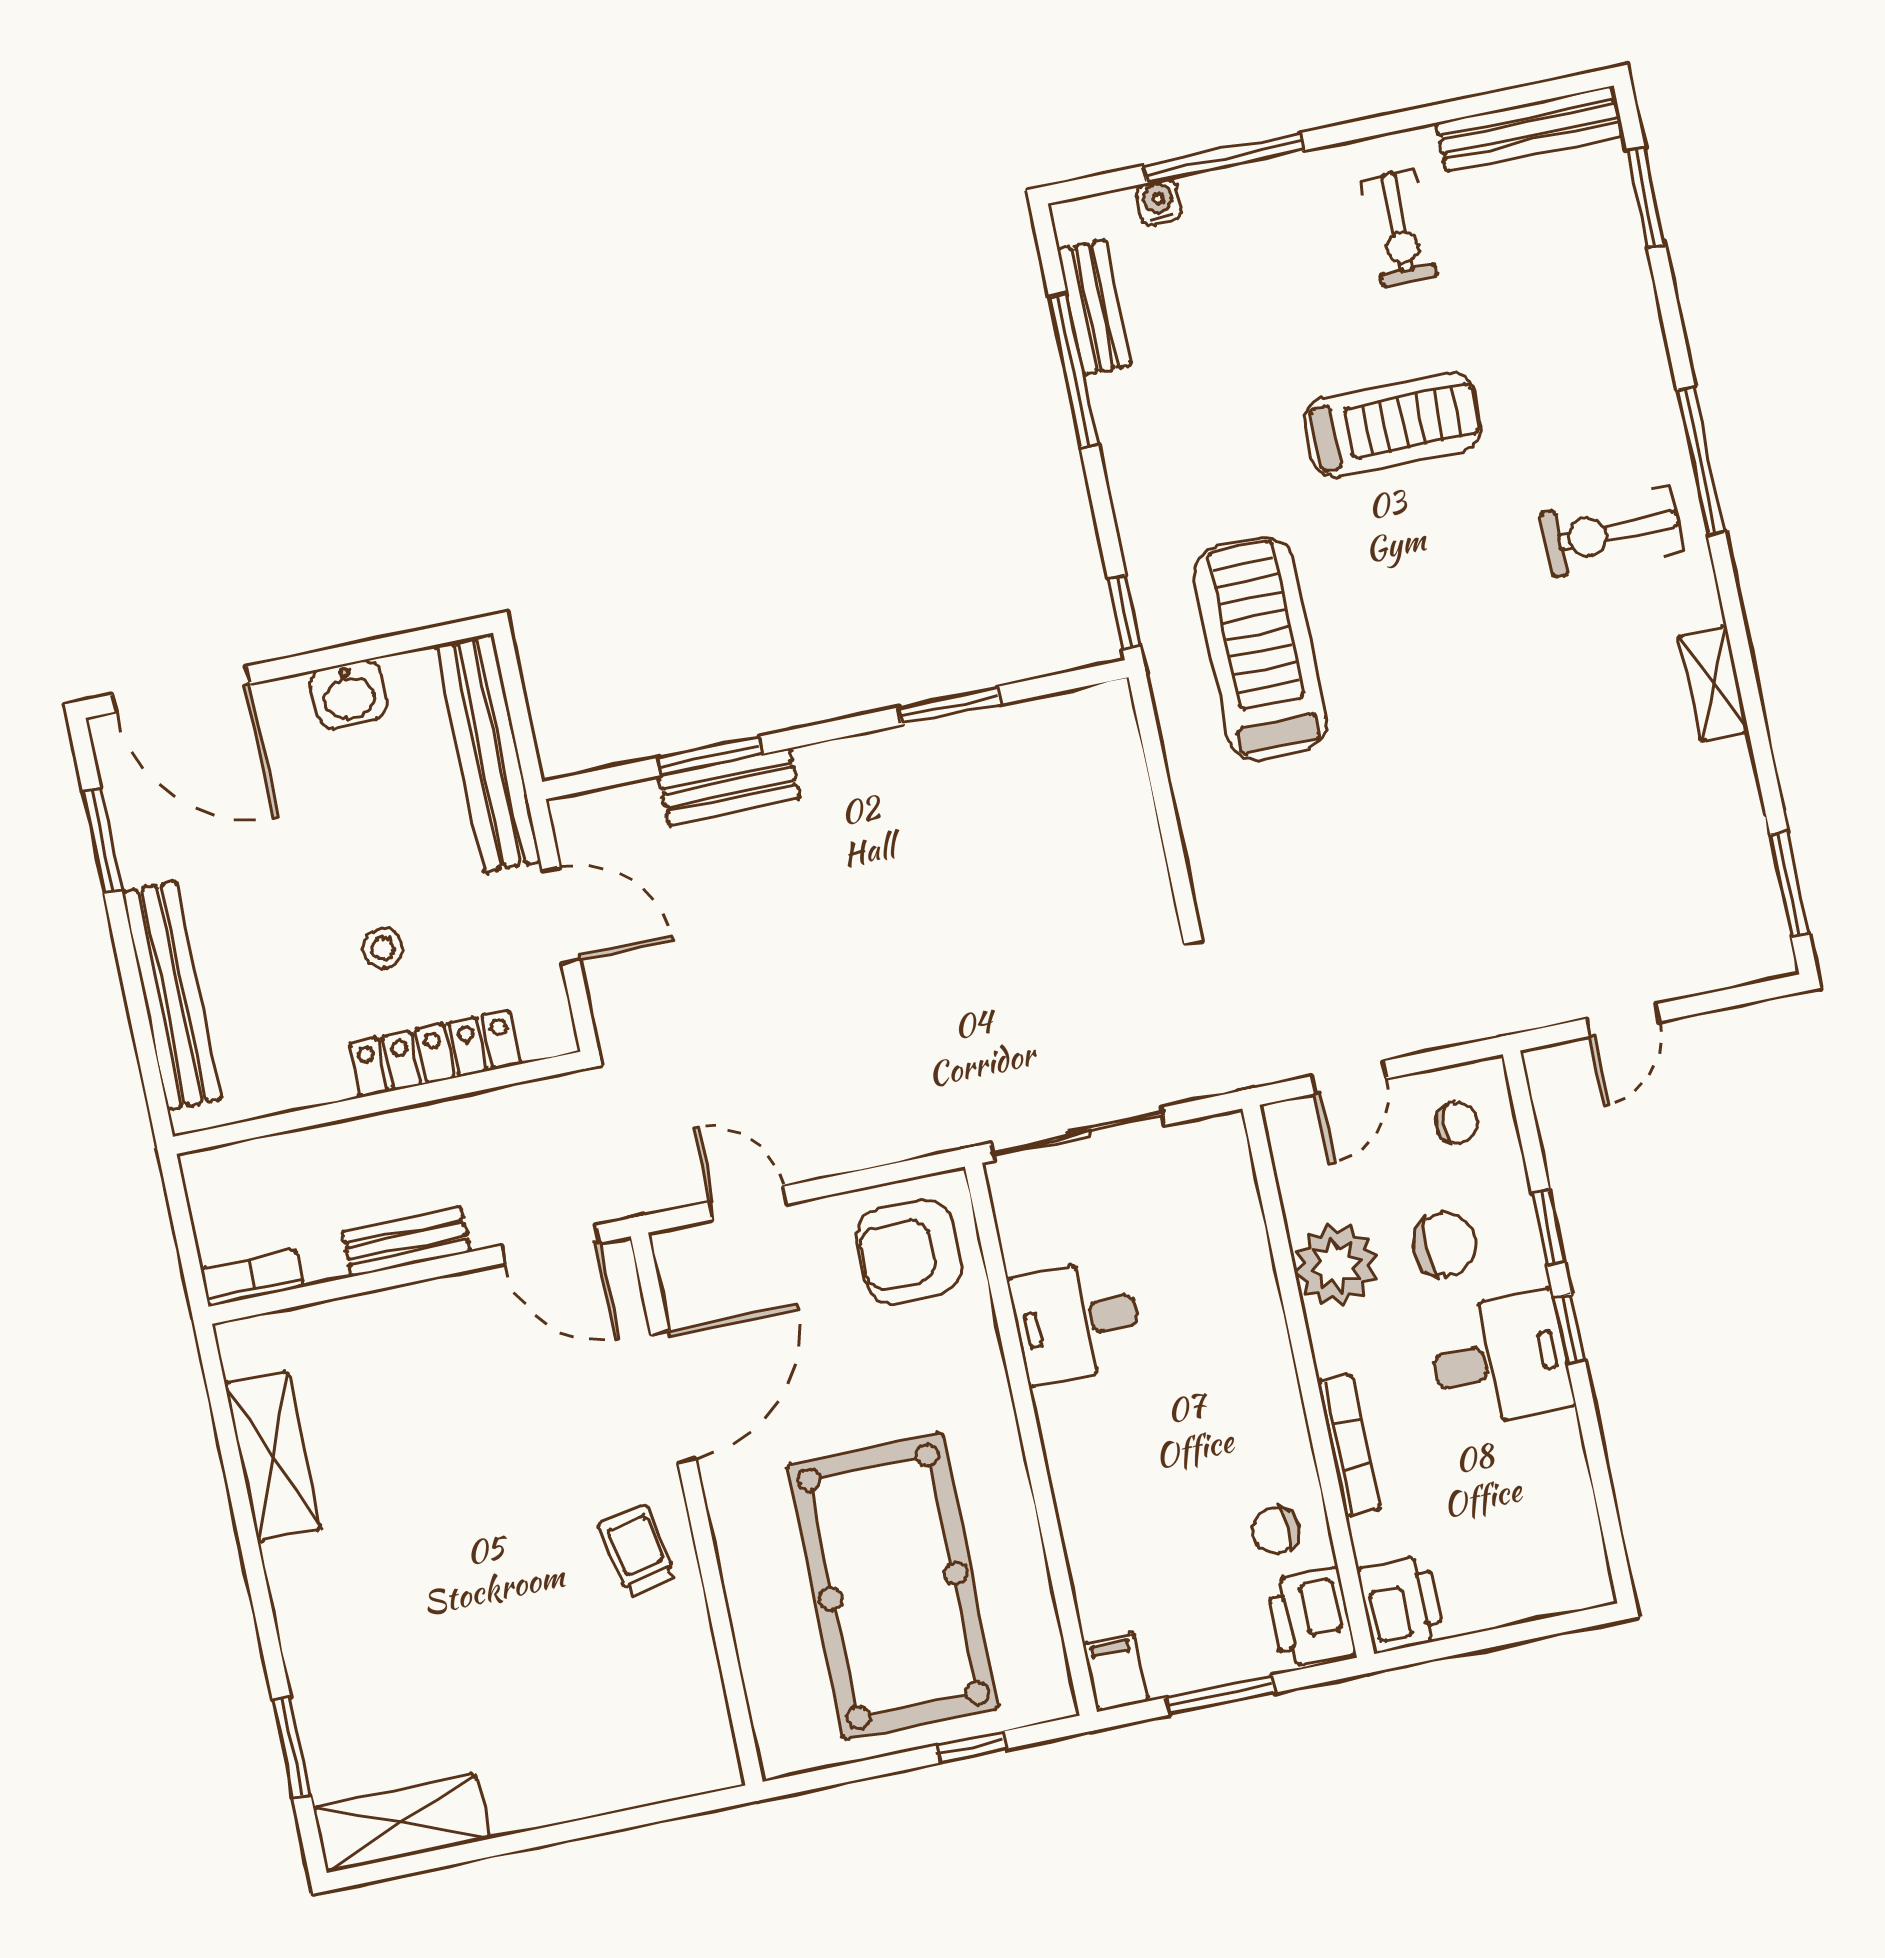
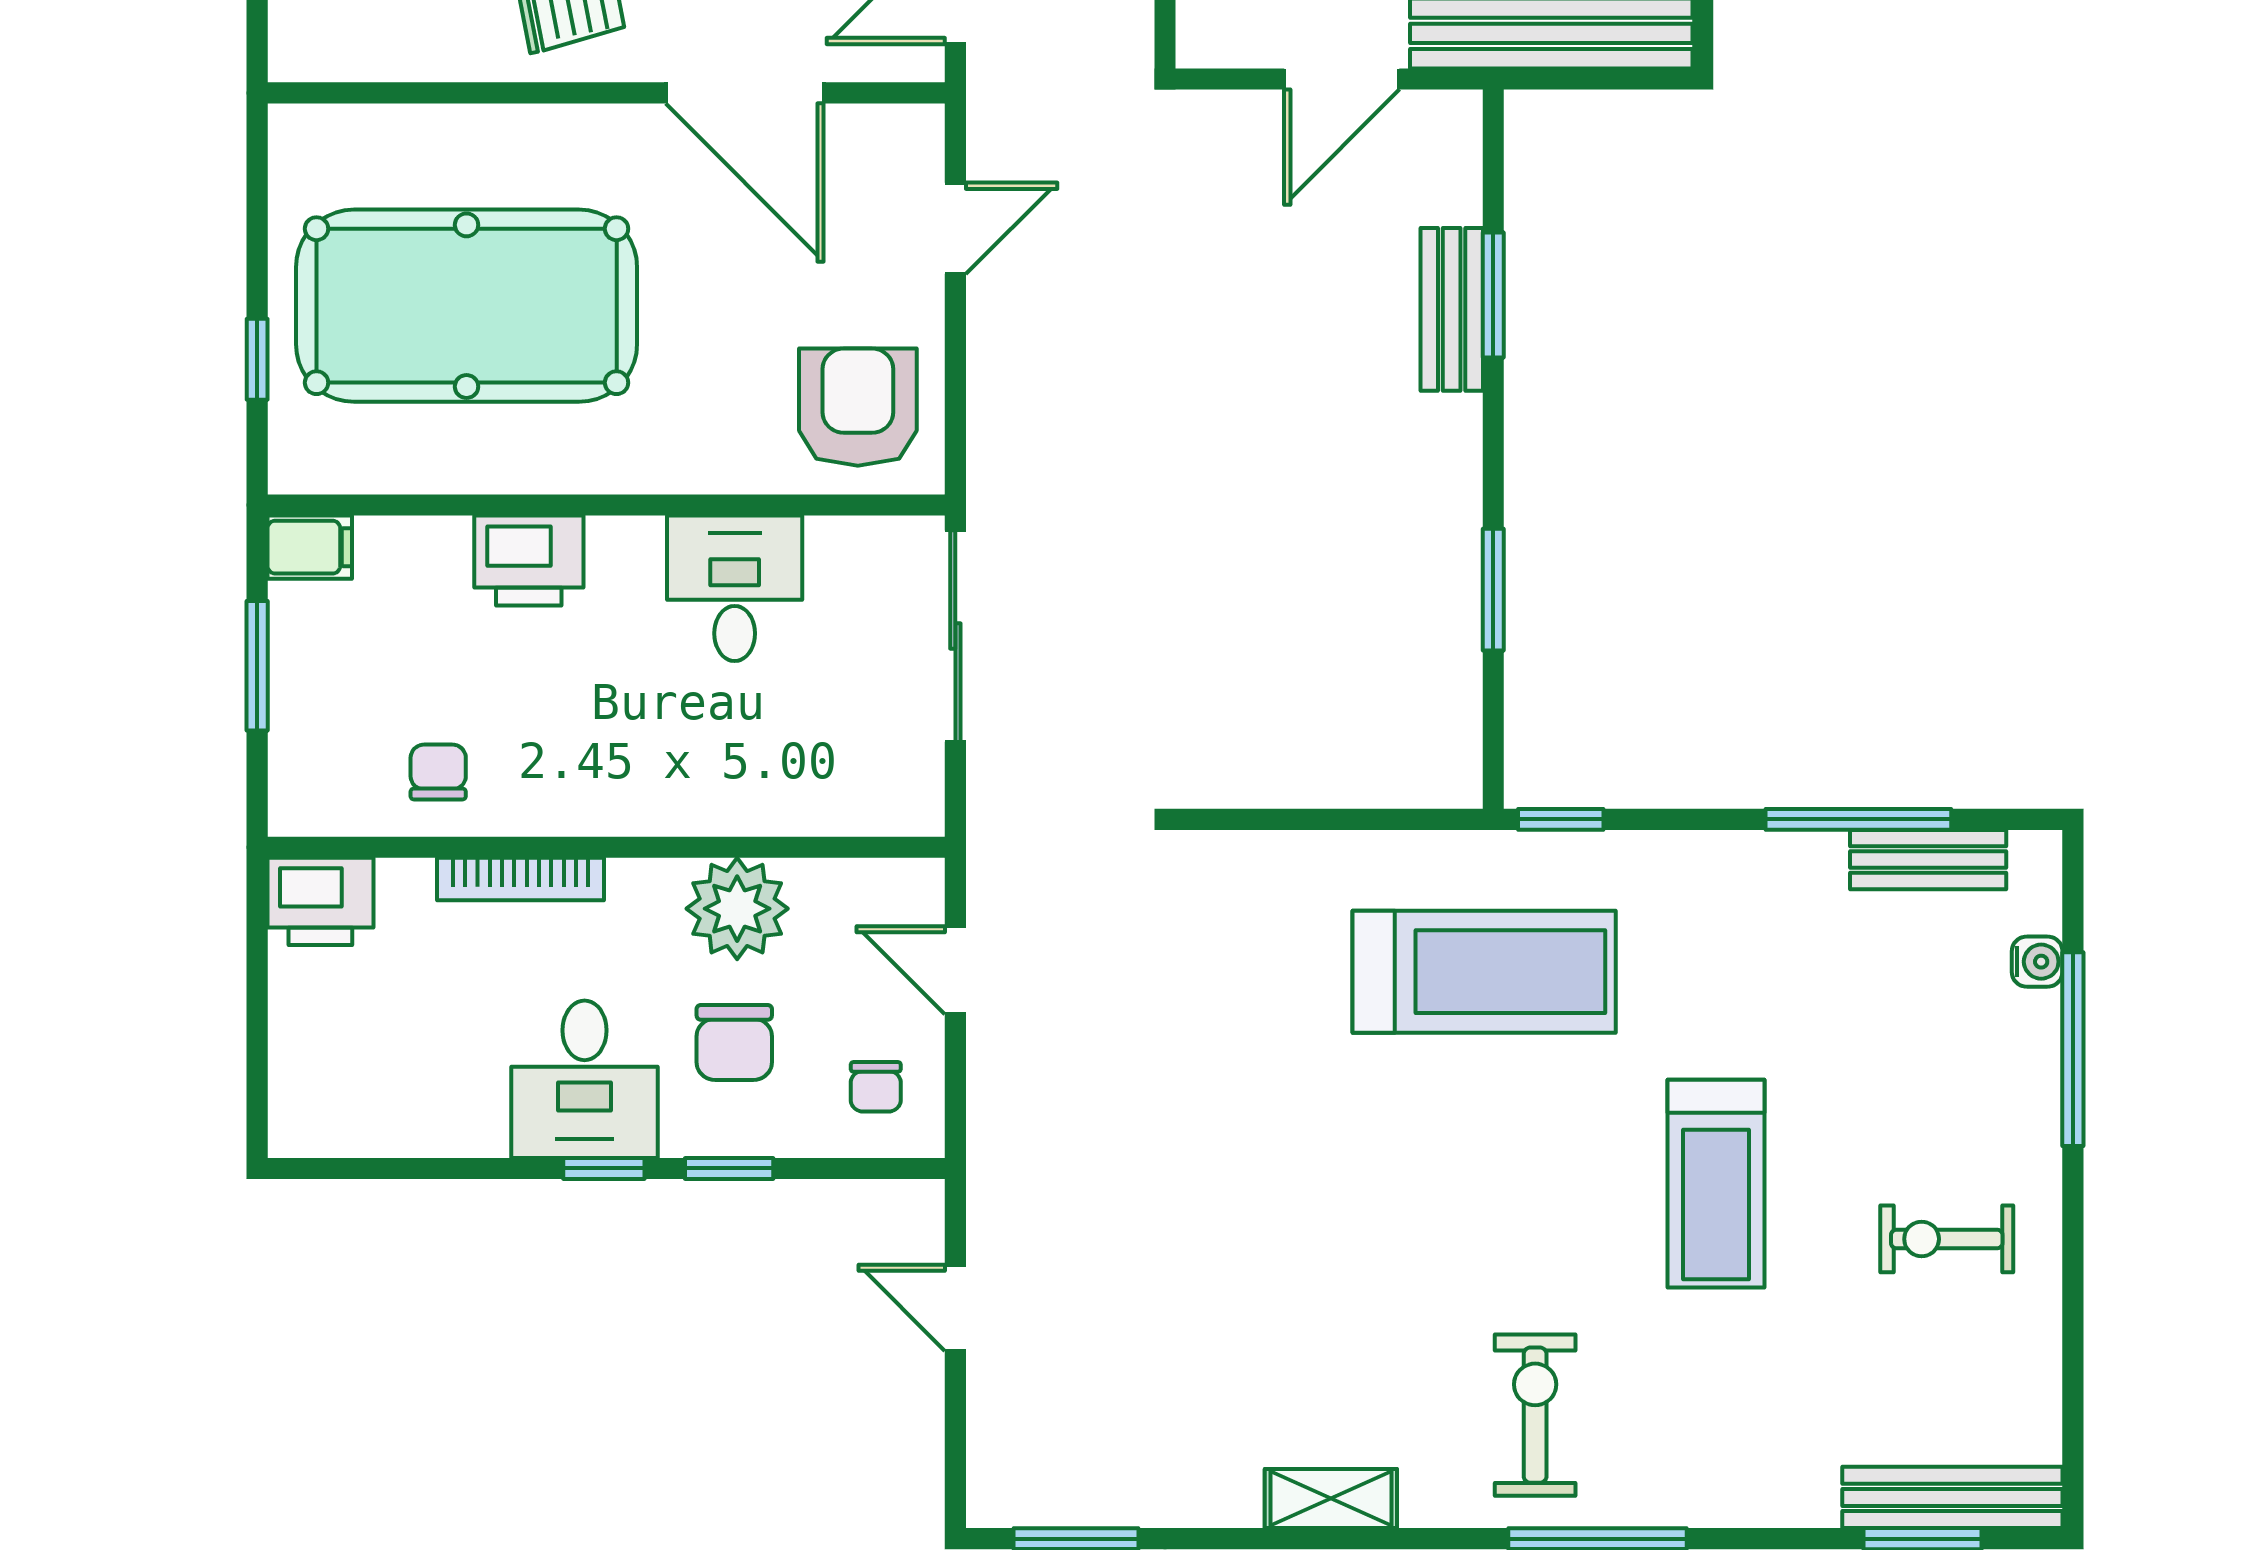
bench: (1530, 129) -> (1952, 1497), moved, turned 90
printer: (1311, 1618) -> (529, 561), moved, turned 180

